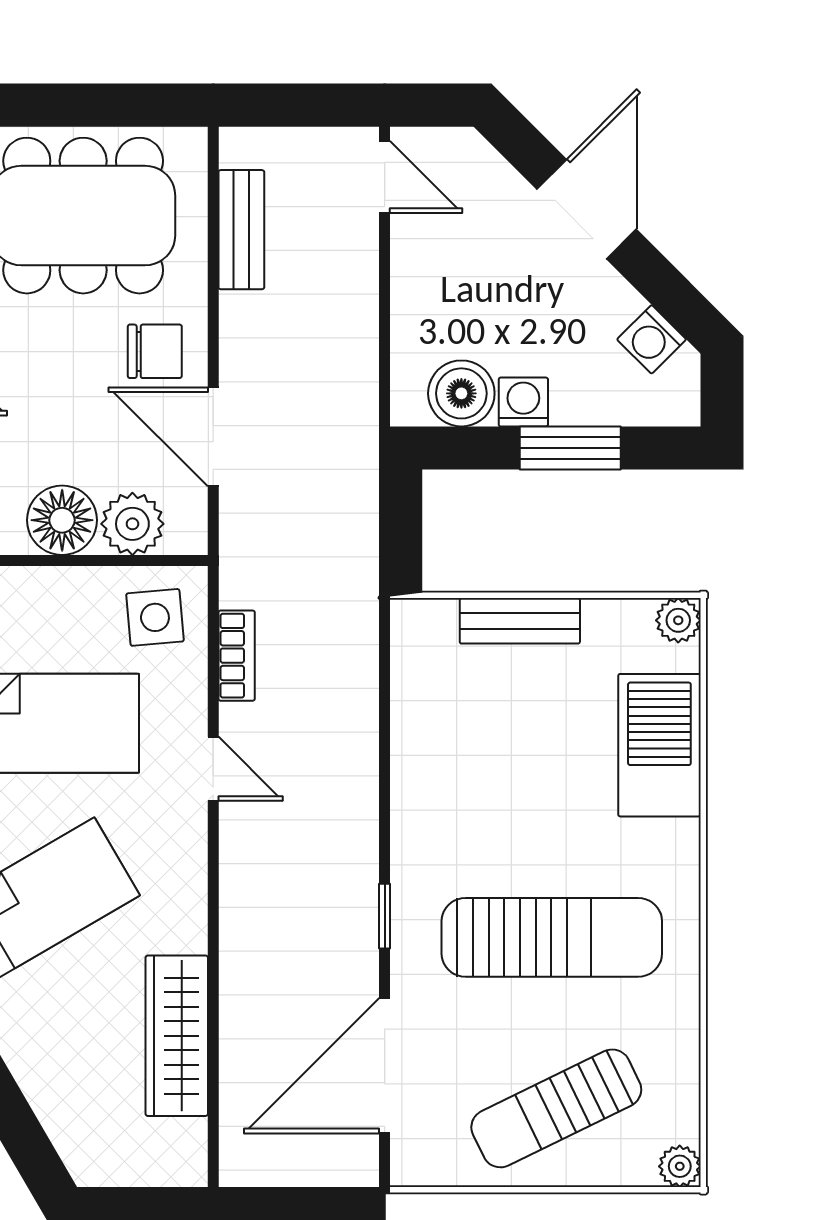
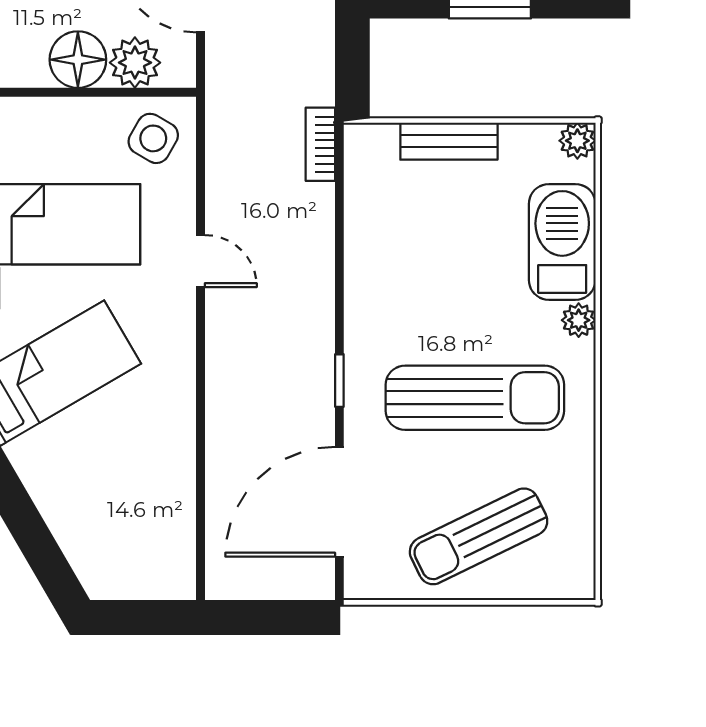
side table: (155, 617) -> (153, 138), turned 35
bookcase: (237, 656) -> (320, 144), moved, turned 180
wardrobe: (177, 1036) -> (171, 477), removed
plant: (680, 1166) -> (579, 320), moved

